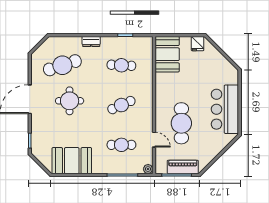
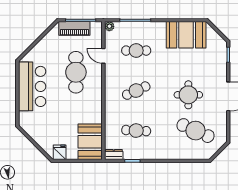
dresser: (91, 41) -> (114, 155), moved
cafe table: (62, 65) -> (195, 131), turned 42

